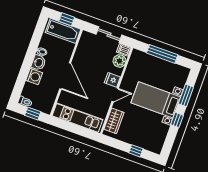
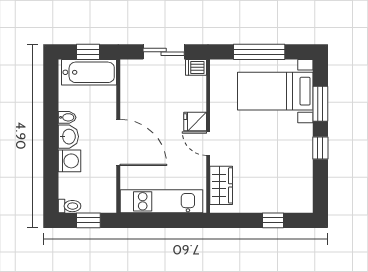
plant: (119, 61) -> (196, 88), removed
door: (115, 95) -> (208, 144), swing flipped
bed with nightstands: (156, 100) -> (275, 91), moved

